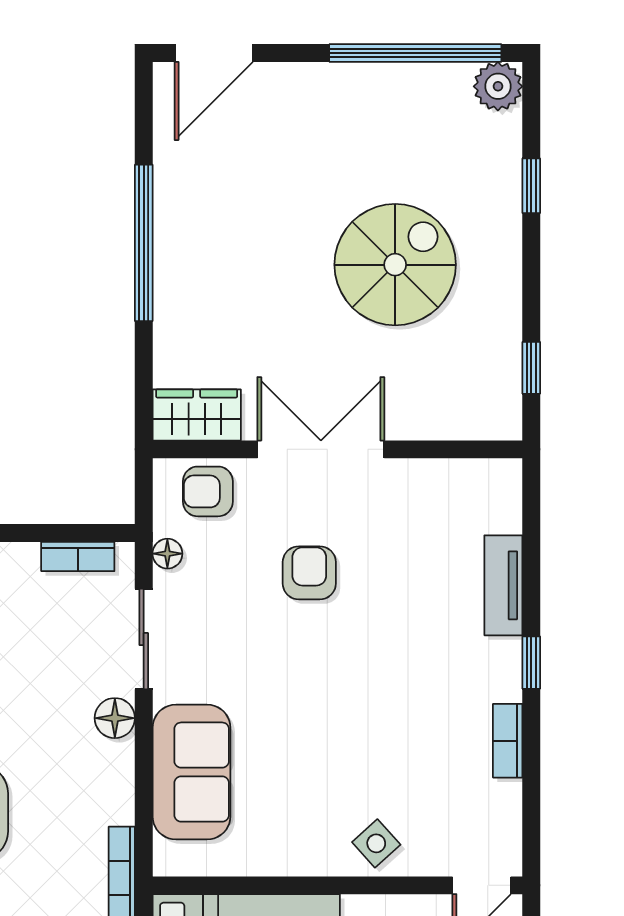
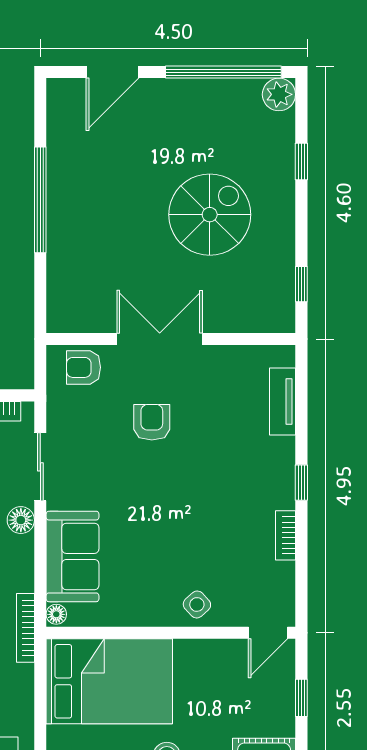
door: (214, 53) -> (113, 72), moved
wardrobe: (197, 415) -> (76, 316), removed
floor lamp: (167, 554) -> (56, 614), moved
tv unit: (503, 585) -> (283, 401), moved

